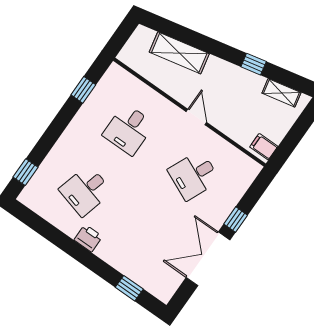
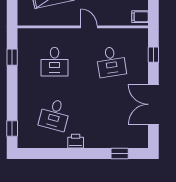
desk: (194, 175) -> (111, 62), turned -33
window: (236, 220) -> (153, 55), moved

